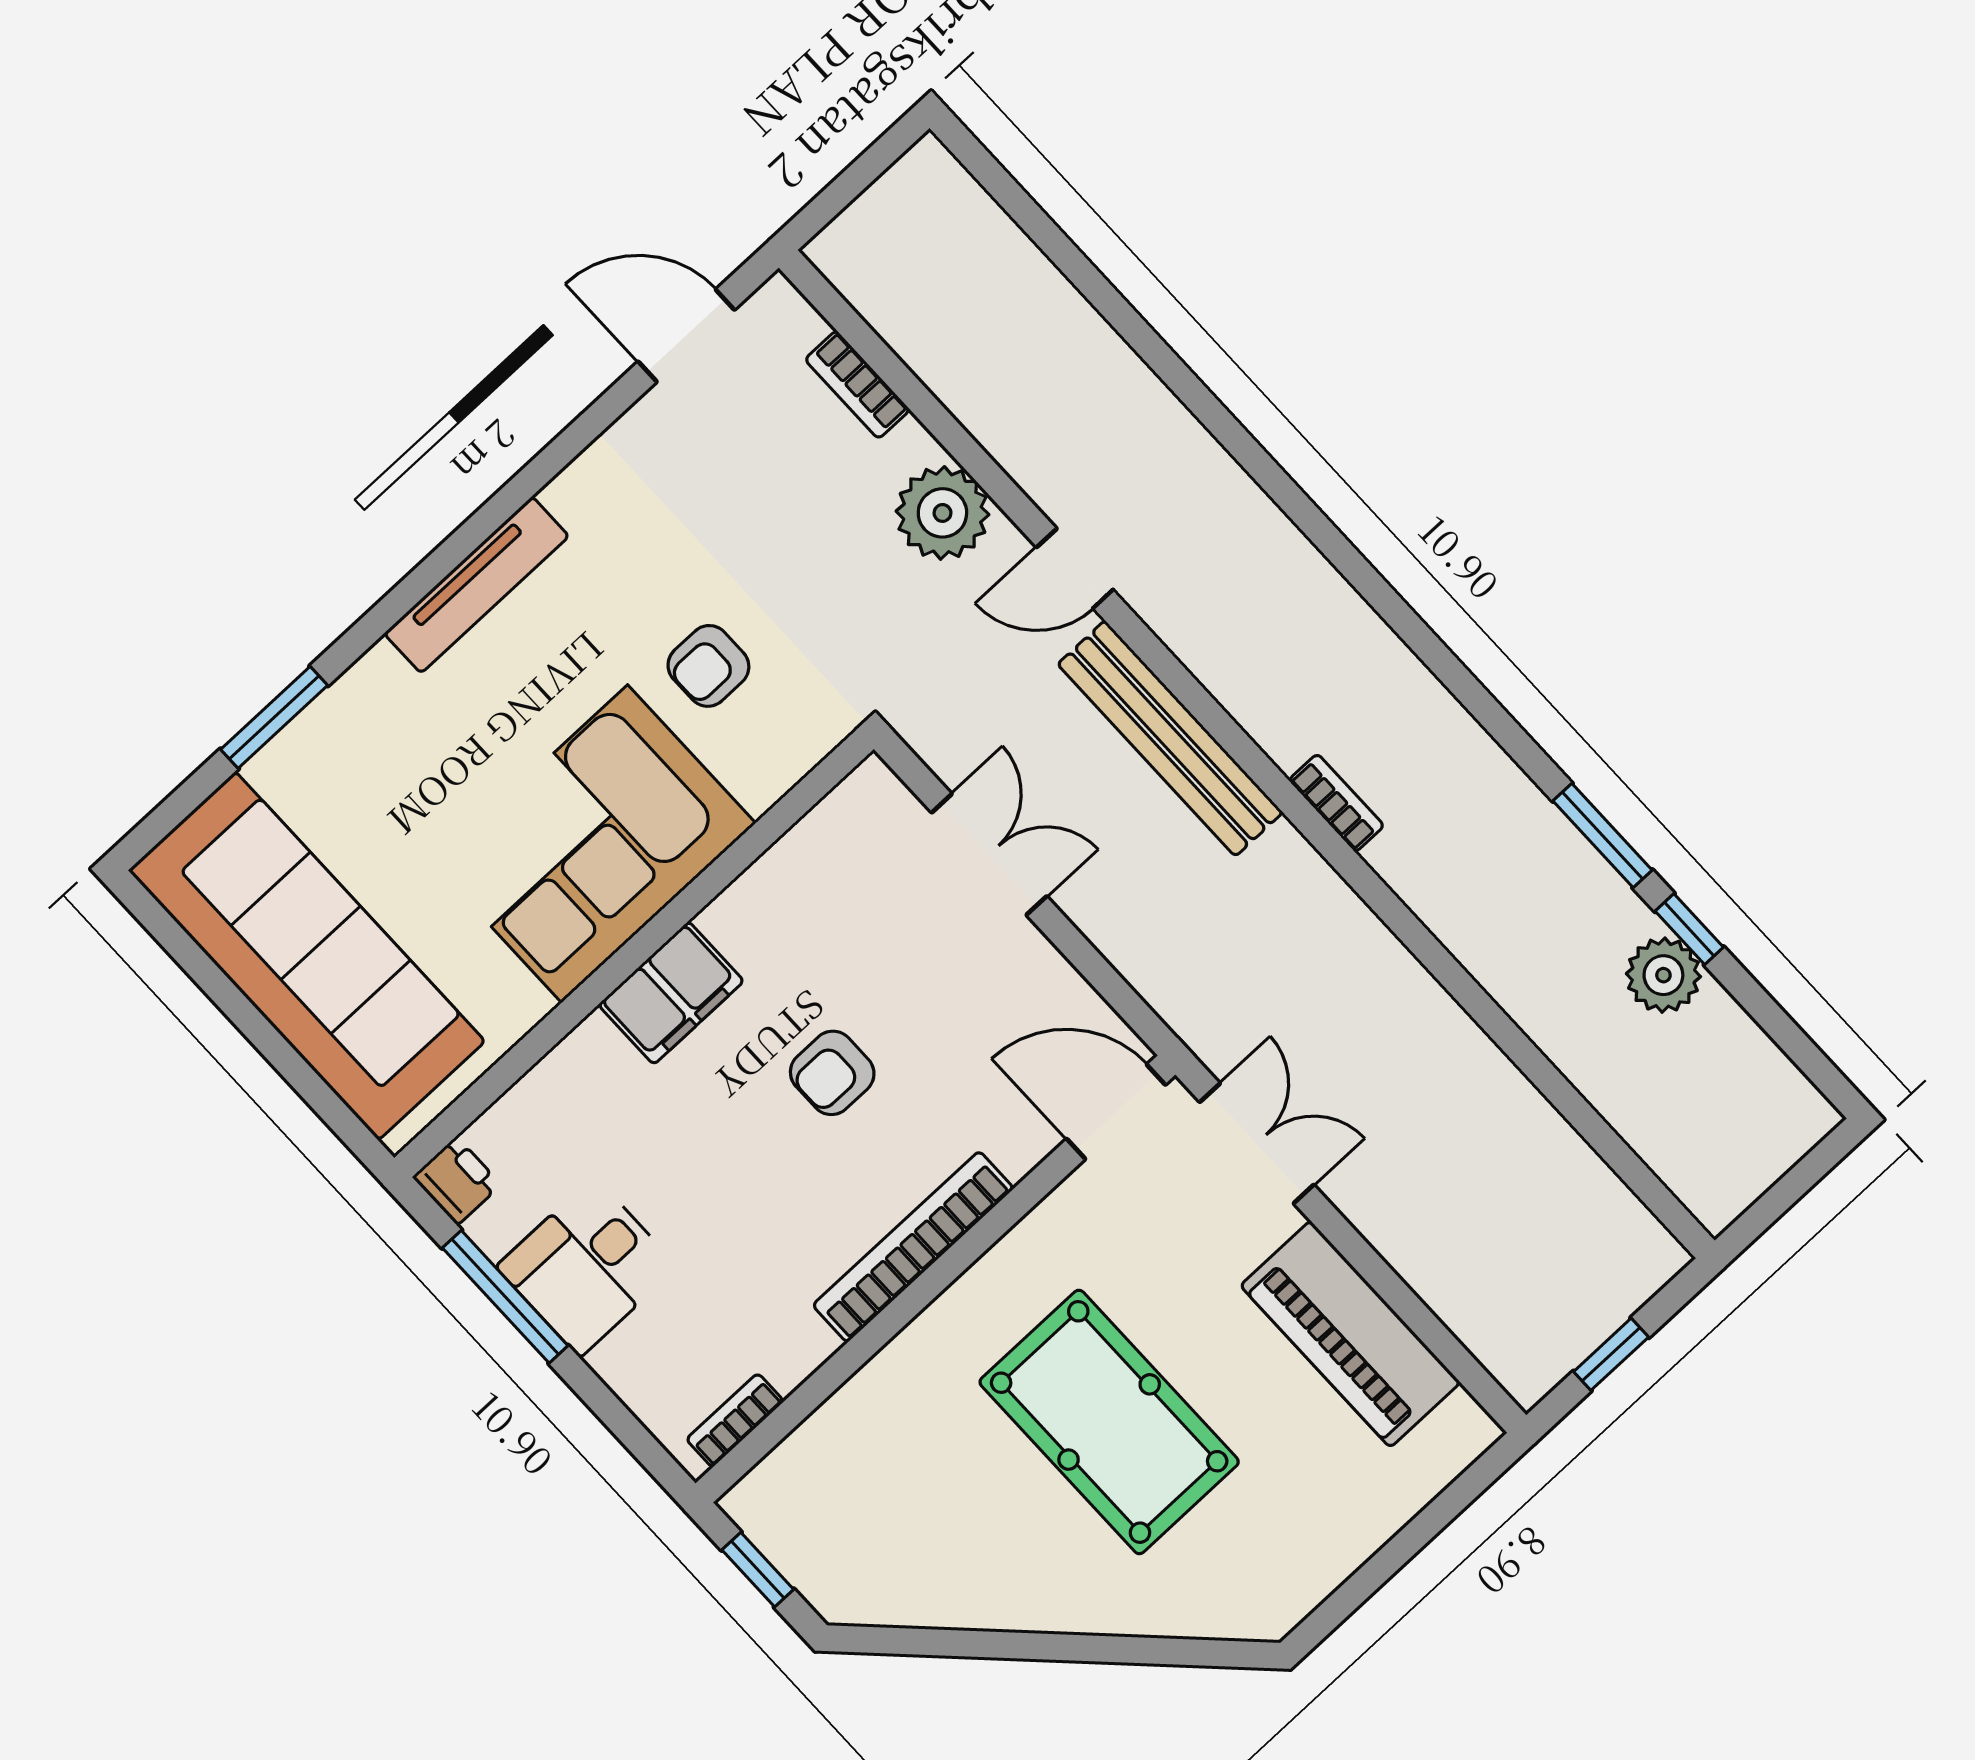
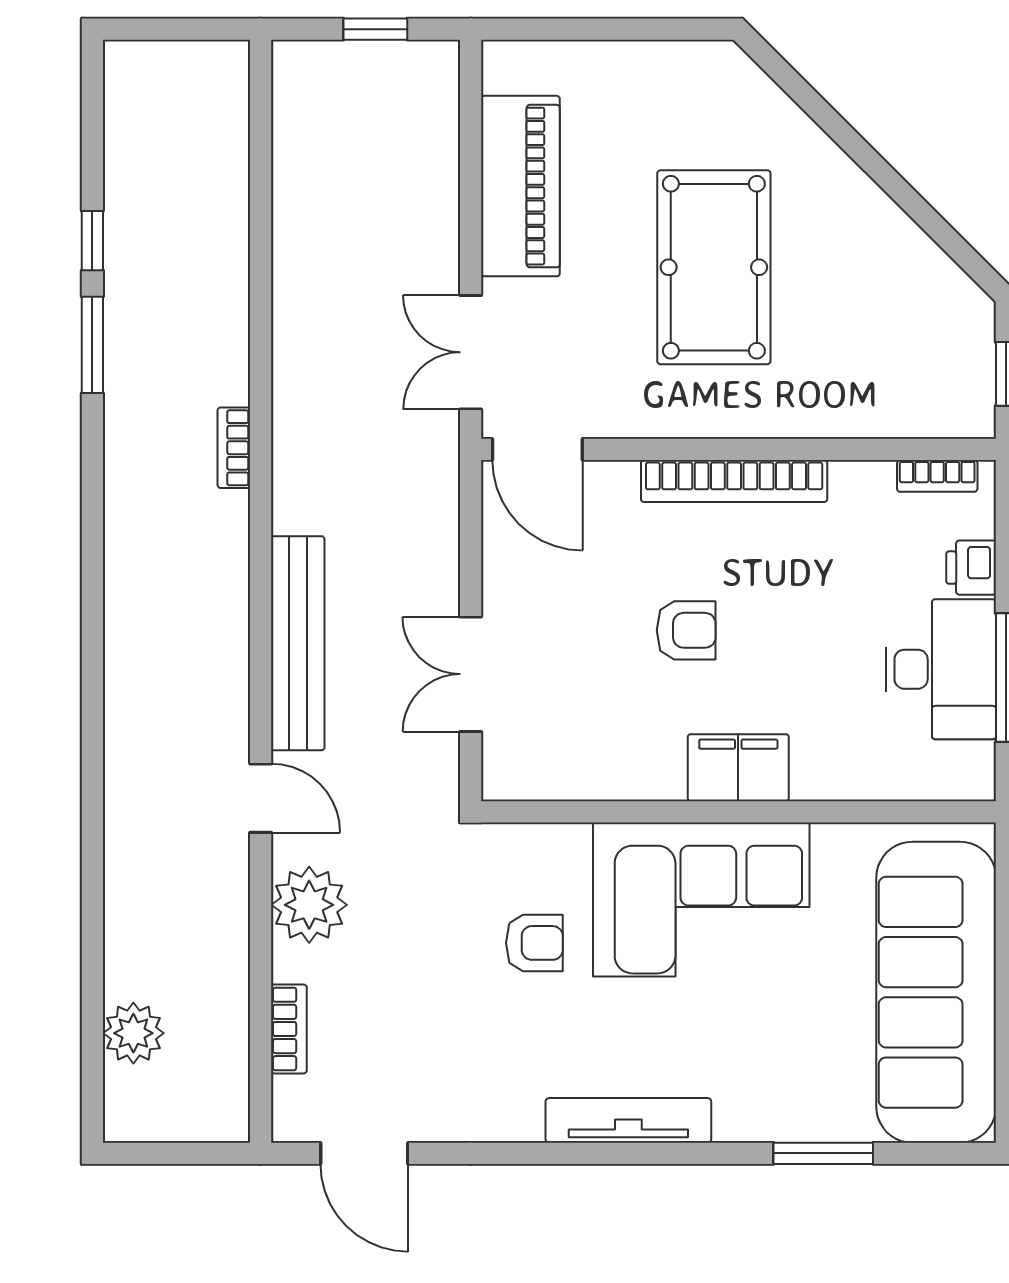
bookcase: (1336, 803) -> (234, 448), moved
plant: (1663, 975) -> (133, 1033), moved
printer: (457, 1181) -> (971, 568), moved
desk: (587, 1267) -> (941, 669), width x1.37

